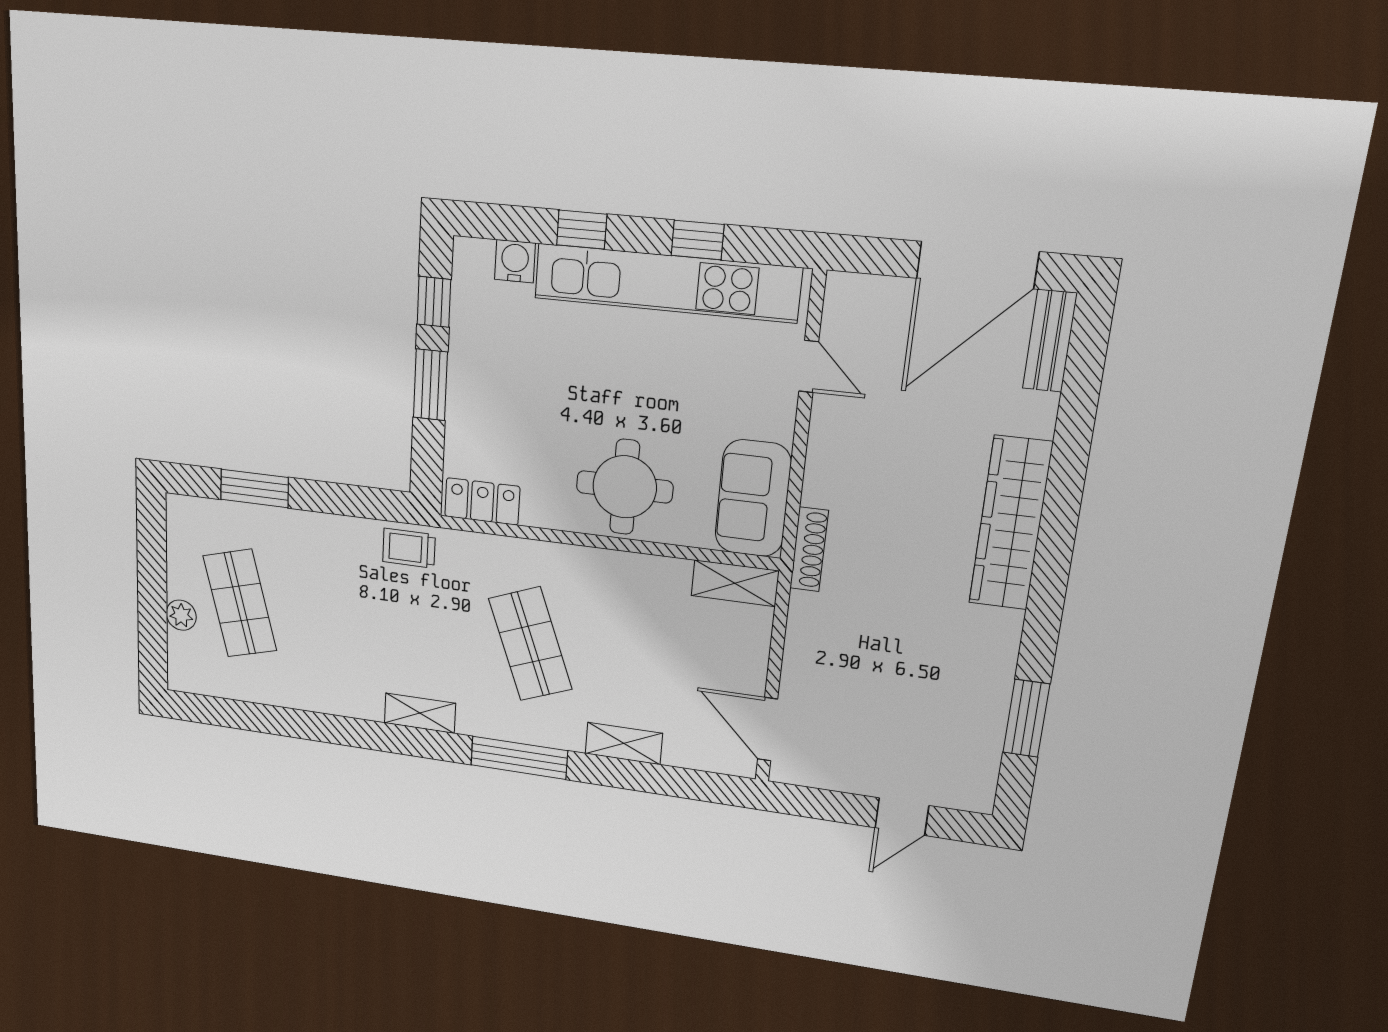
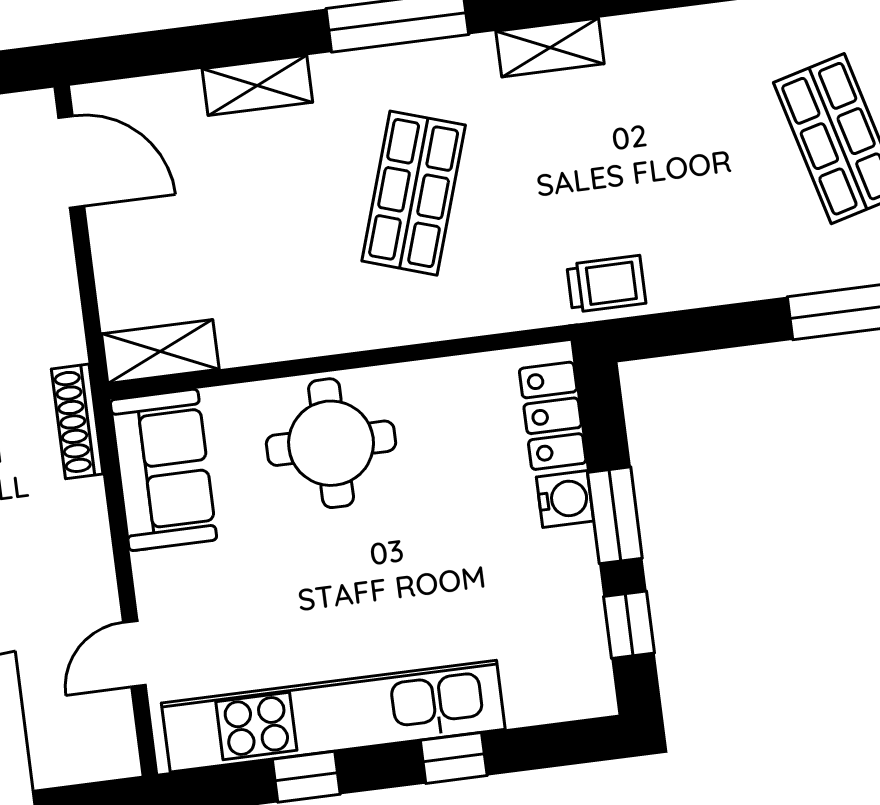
water cooler: (515, 261) -> (565, 499), moved, turned -90
door: (809, 366) -> (134, 654), hinge flipped
locker: (482, 501) -> (553, 416), moved, turned 90
shop shelf: (530, 644) -> (414, 193), turned 39

